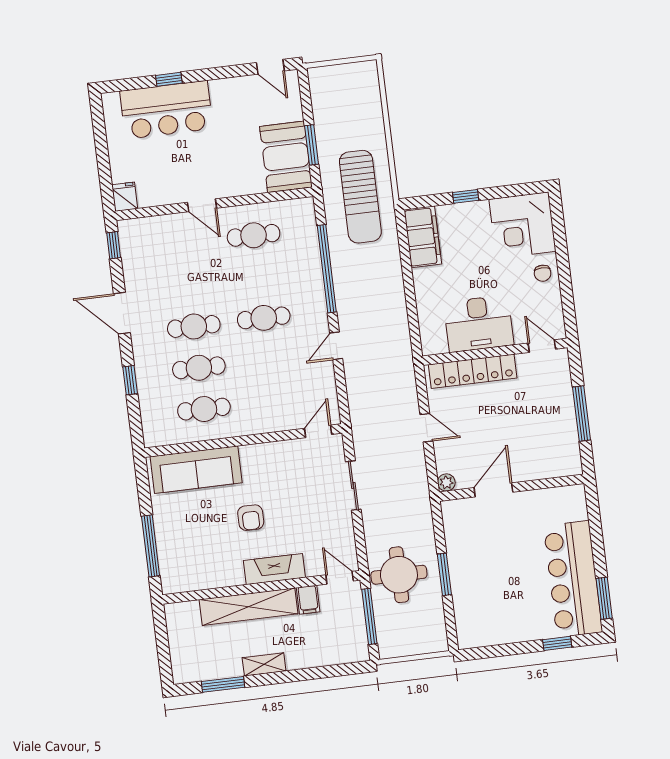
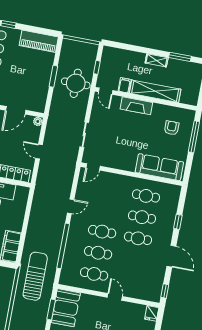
cafe table: (259, 277) -> (98, 253), added
armchair: (251, 518) -> (172, 128), moved
window: (369, 616) -> (97, 67), width x0.46
piano: (491, 630) -> (39, 41), added

